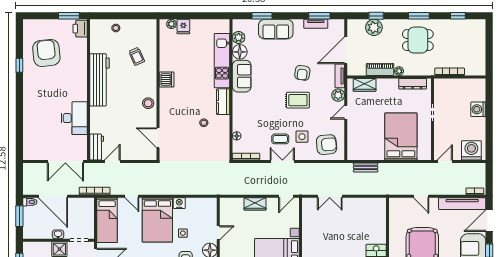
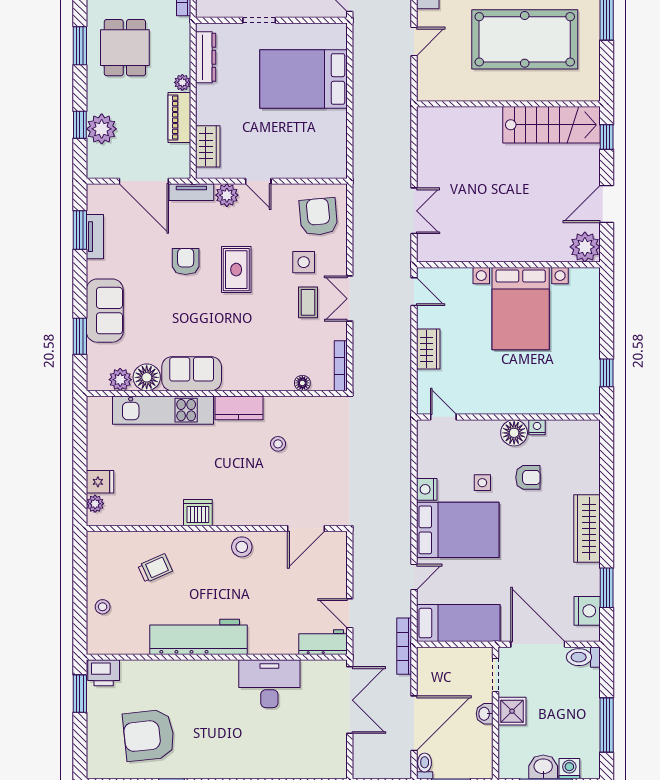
armchair: (302, 73) -> (186, 261), turned -98
bench: (366, 167) -> (361, 144), removed
door: (218, 233) -> (443, 417), moved

